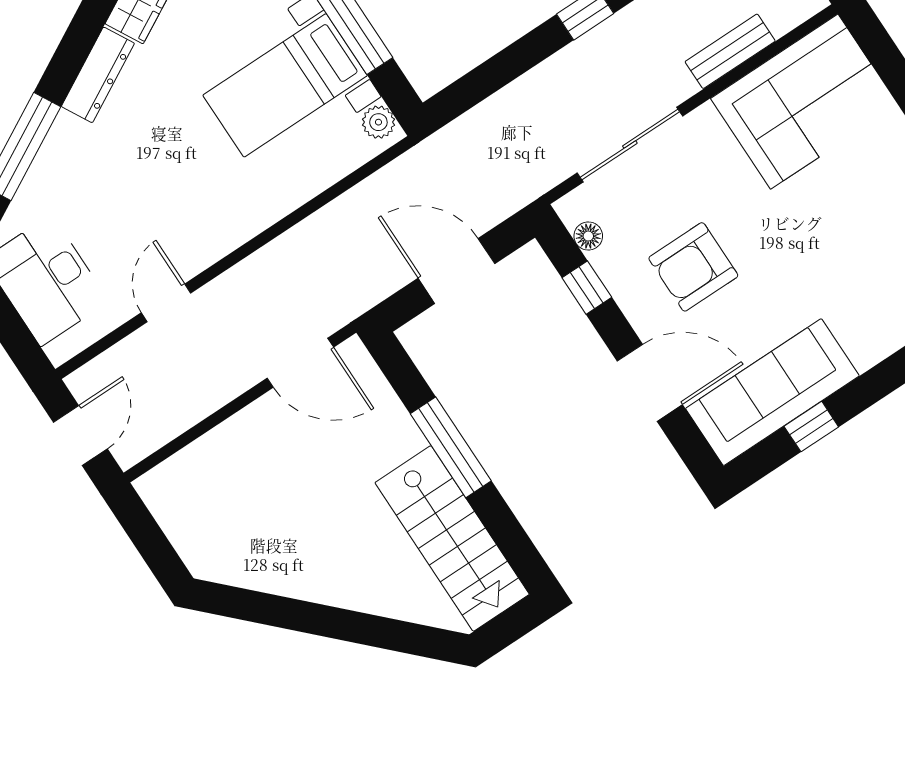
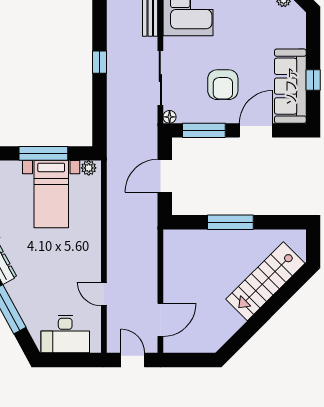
floor lamp: (588, 236) -> (170, 117), moved
window: (587, 288) -> (204, 130), width x2.17
door: (300, 363) -> (160, 320), moved
stairs: (452, 539) -> (265, 281), moved, turned 135

